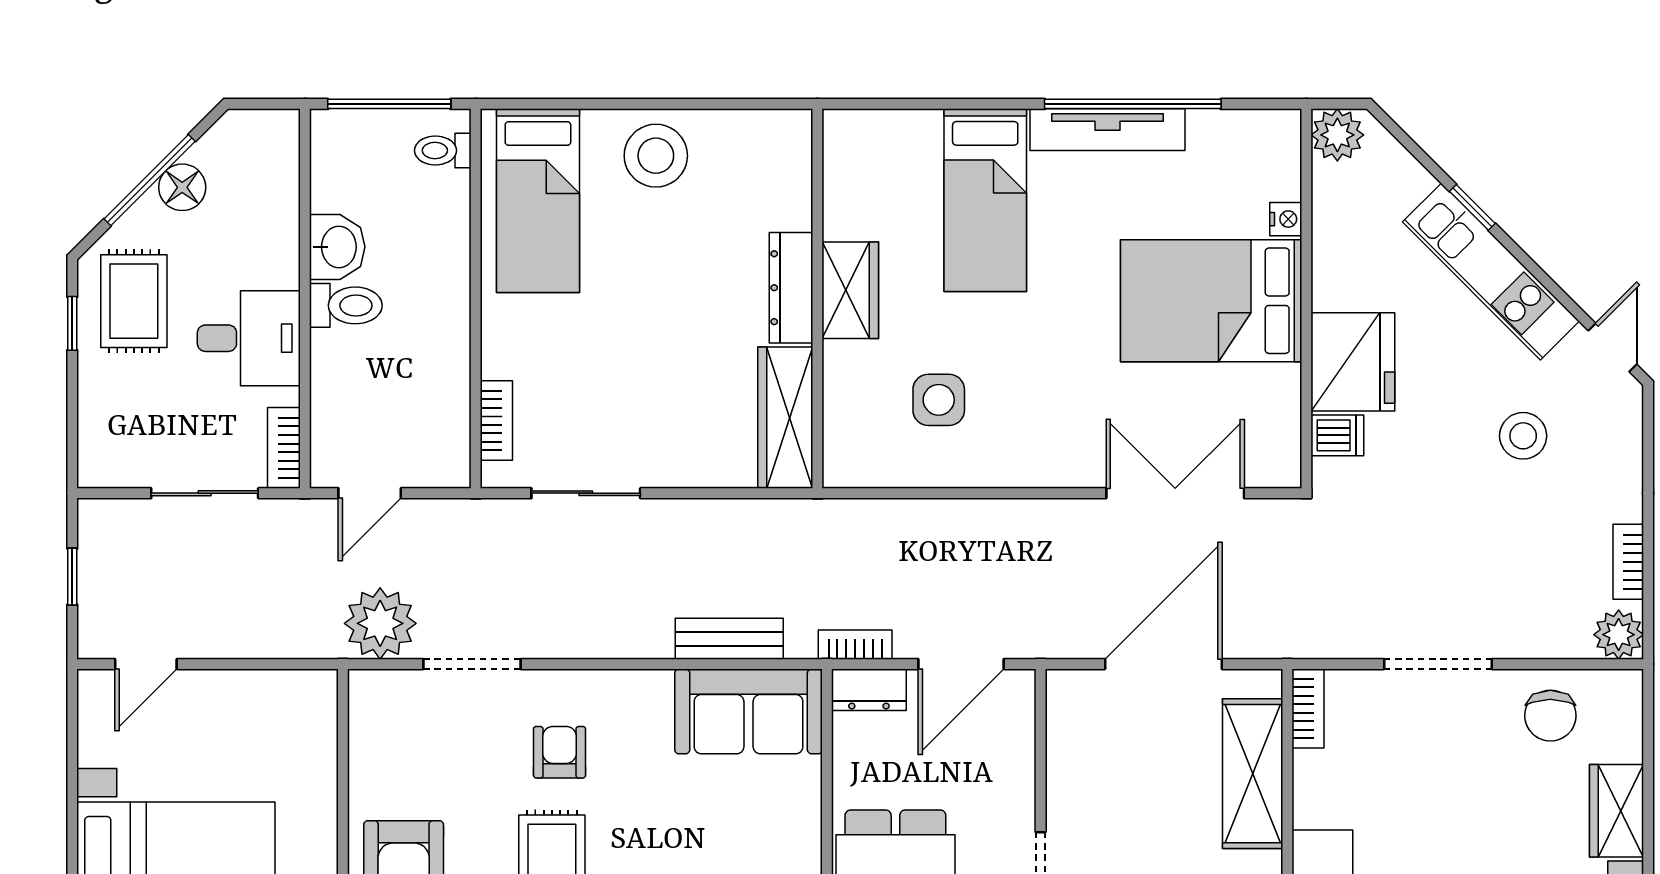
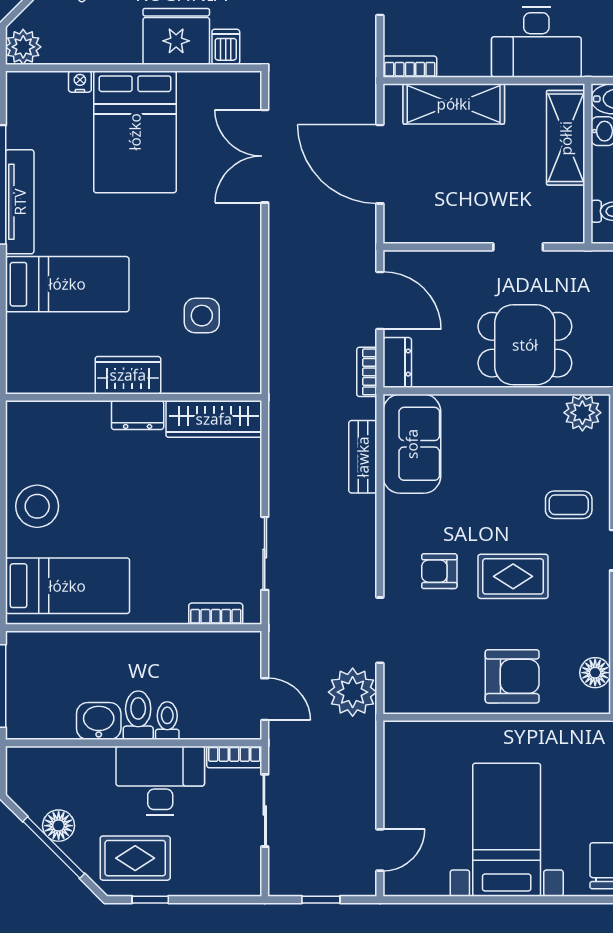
toilet: (443, 151) -> (167, 721), moved, turned 180
dresser: (791, 288) -> (138, 415), width x0.70
desk: (249, 338) -> (160, 781), width x1.37
door: (146, 664) -> (380, 850), hinge flipped

